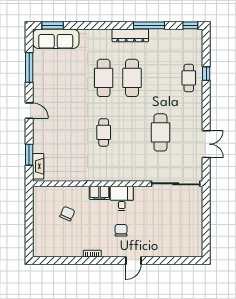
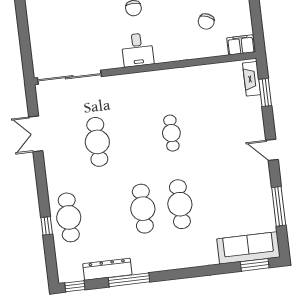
dresser: (130, 35) -> (107, 269), moved
cafe table: (189, 78) -> (69, 217), width x1.37, depth x1.35
filing cabinet: (99, 193) -> (241, 45), moved

